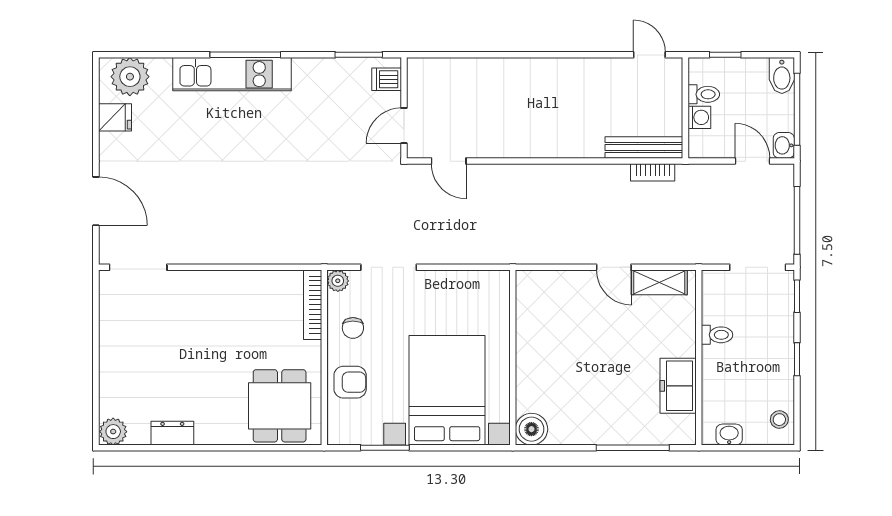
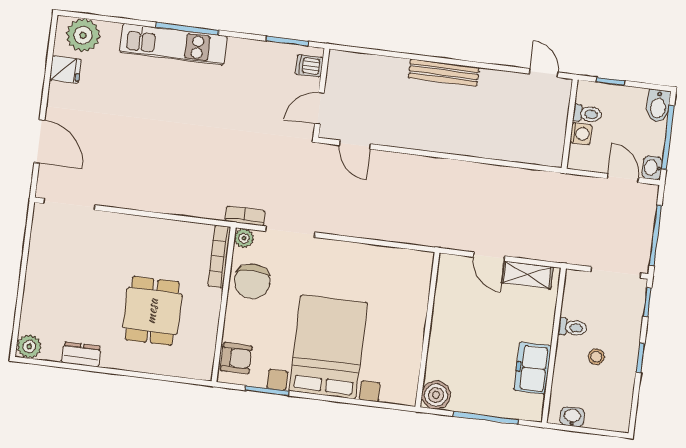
bench: (644, 147) -> (444, 73), moved
bookcase: (653, 172) -> (245, 216), moved, turned 180
chair: (353, 328) -> (252, 281), width x1.87, depth x1.87
wall: (513, 358) -> (427, 330), moved
armchair: (350, 382) -> (236, 358), moved
dining table: (280, 406) -> (152, 311), moved
stool: (779, 420) -> (596, 357), moved
boiler: (531, 429) -> (436, 395), moved

